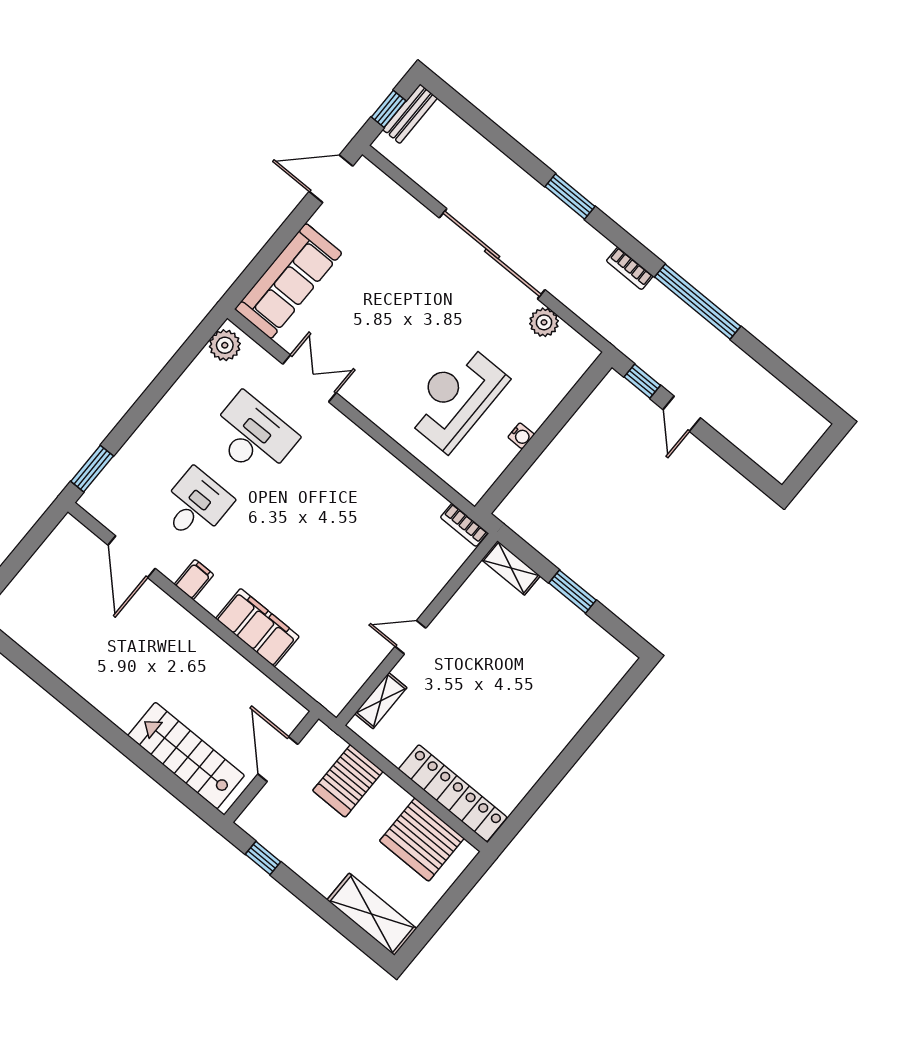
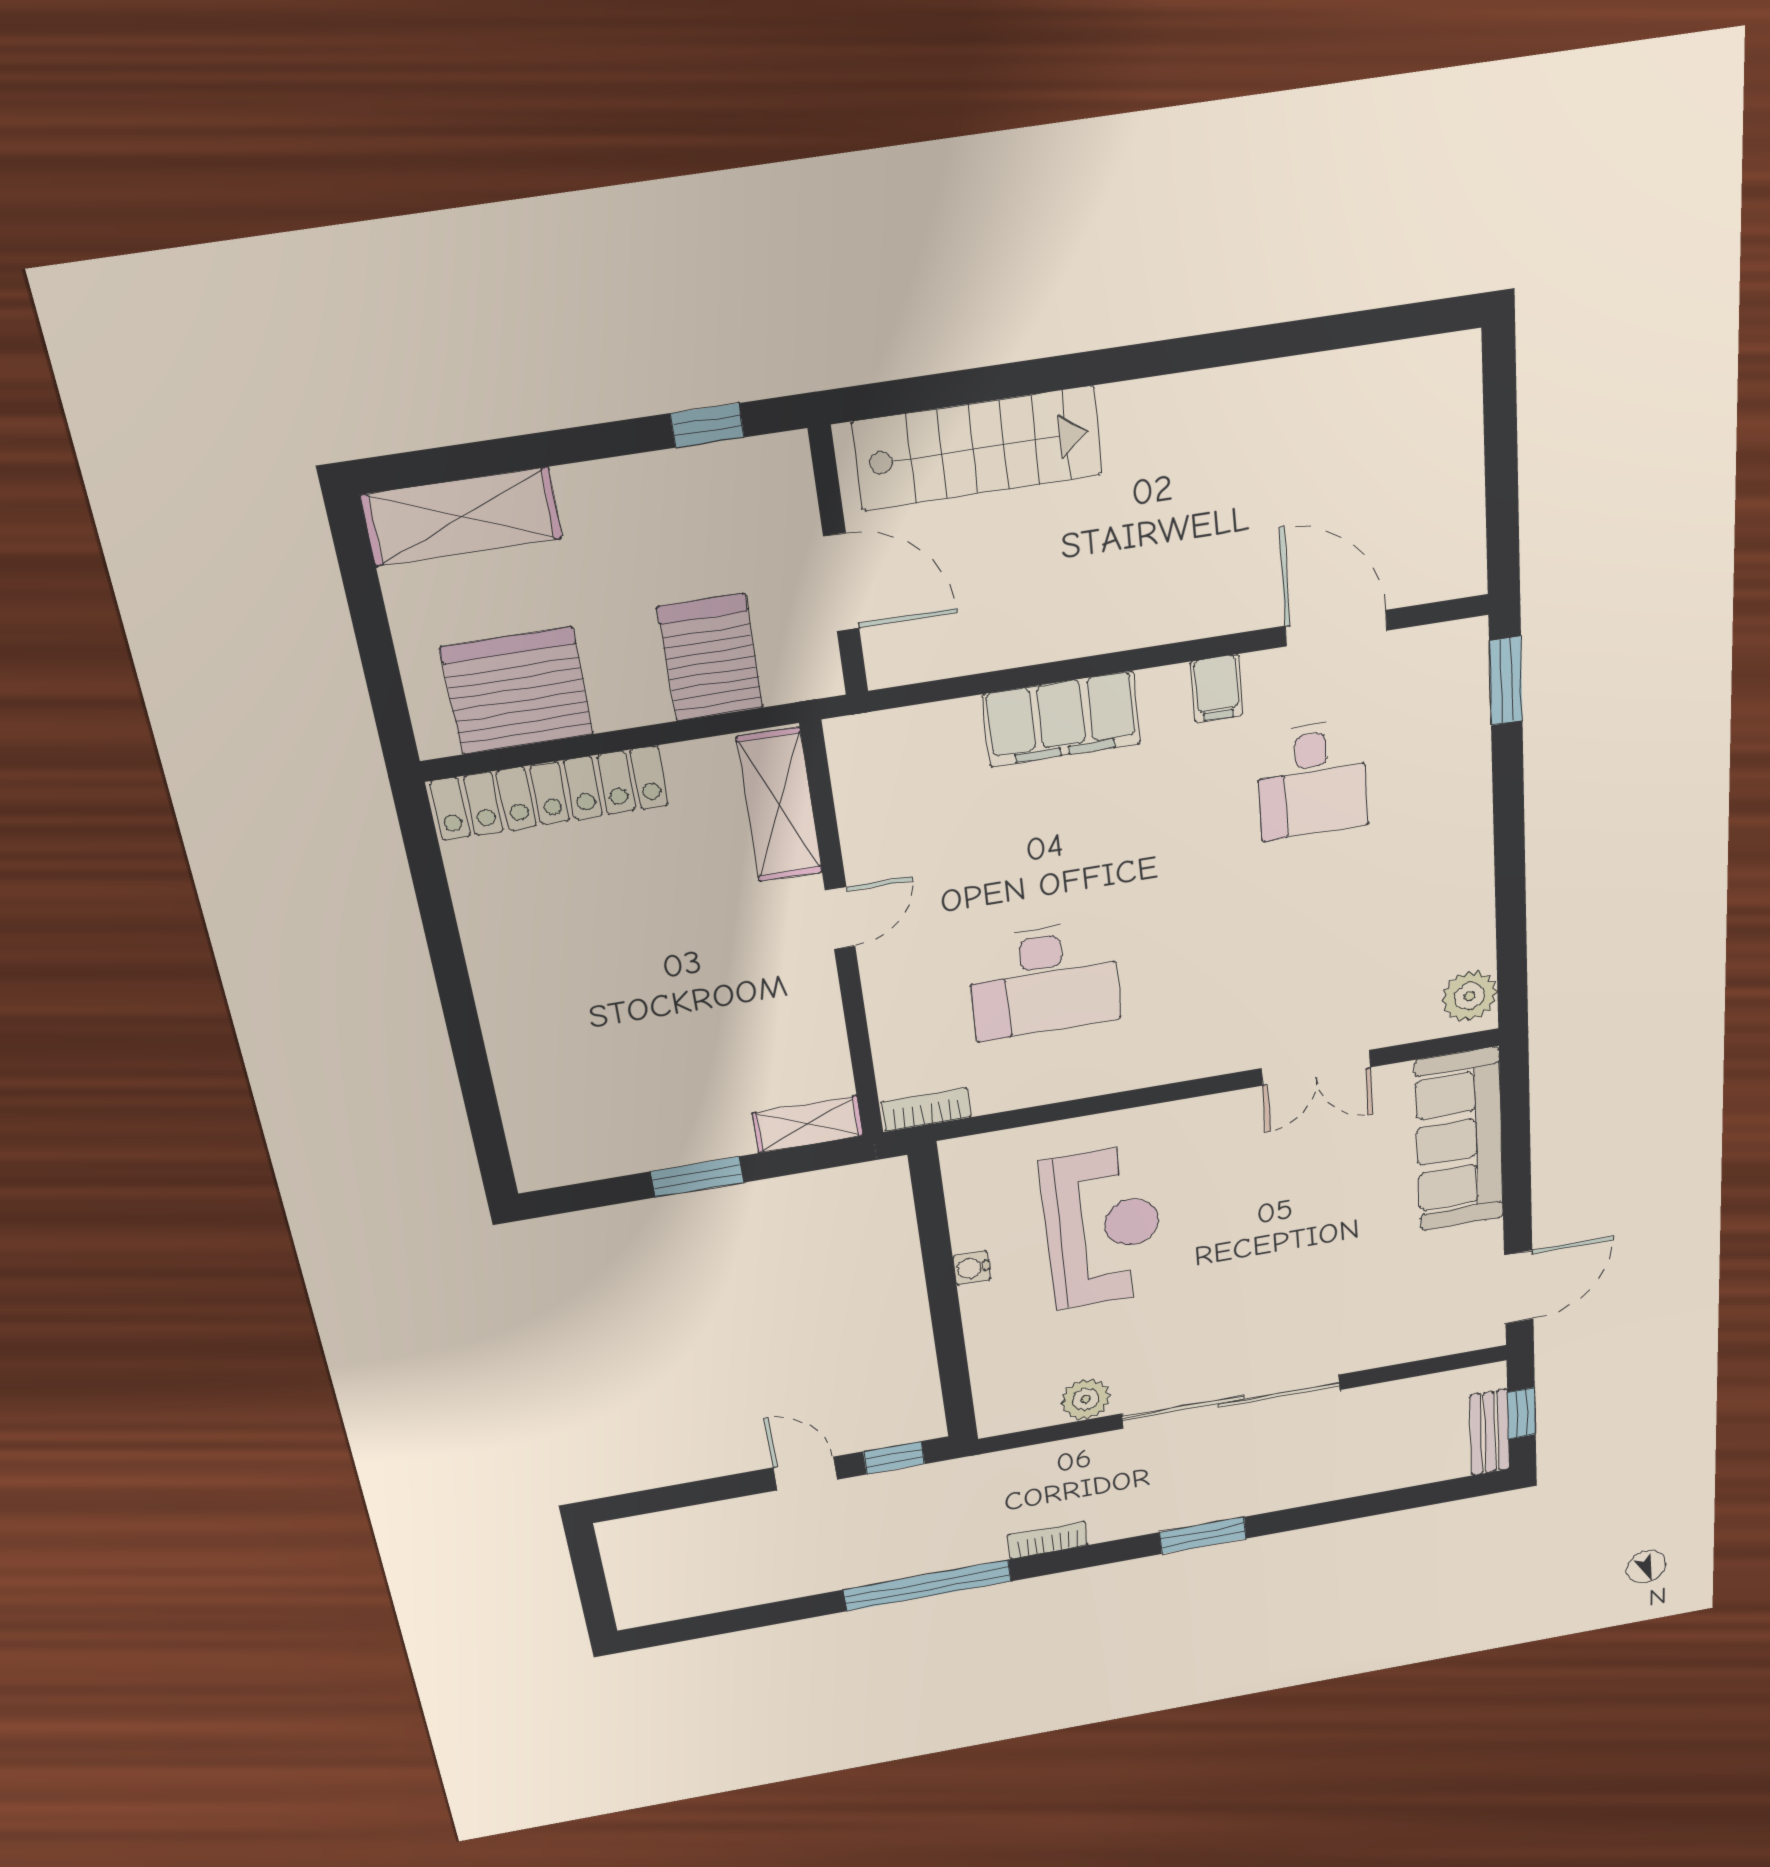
desk: (253, 436) -> (1044, 981), moved
shelving: (381, 701) -> (779, 805), width x1.50, depth x1.33

